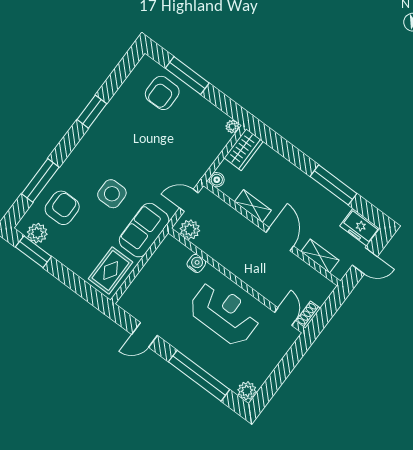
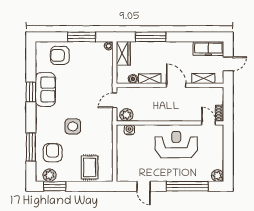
window: (187, 76) -> (82, 37), moved
armchair: (162, 93) -> (60, 55), turned 90
boiler: (217, 180) -> (133, 79), moved
window: (333, 185) -> (151, 37), moved
freezer: (360, 227) -> (208, 49), width x1.40
sofa: (144, 230) -> (45, 89), moved, turned 180
water cooler: (196, 263) -> (129, 130), moved
rug: (111, 270) -> (90, 167), moved
door: (145, 335) -> (144, 186), hinge flipped

